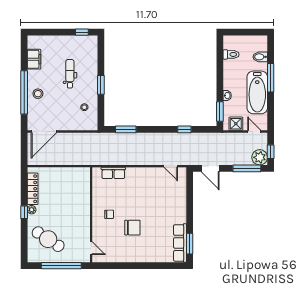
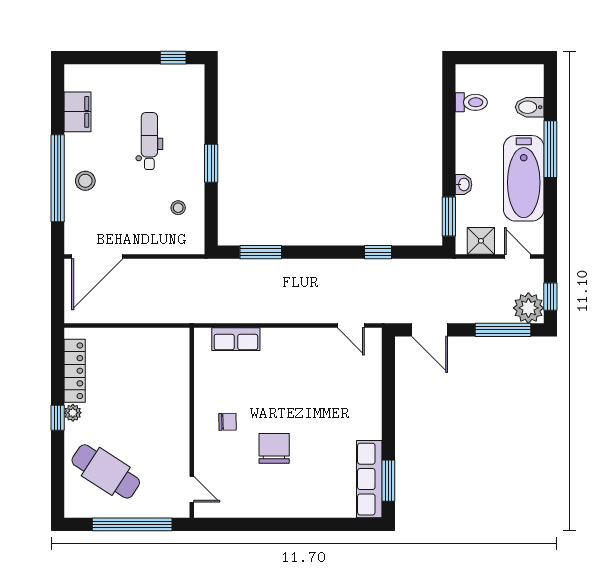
chair: (132, 228) -> (274, 448), turned -90

